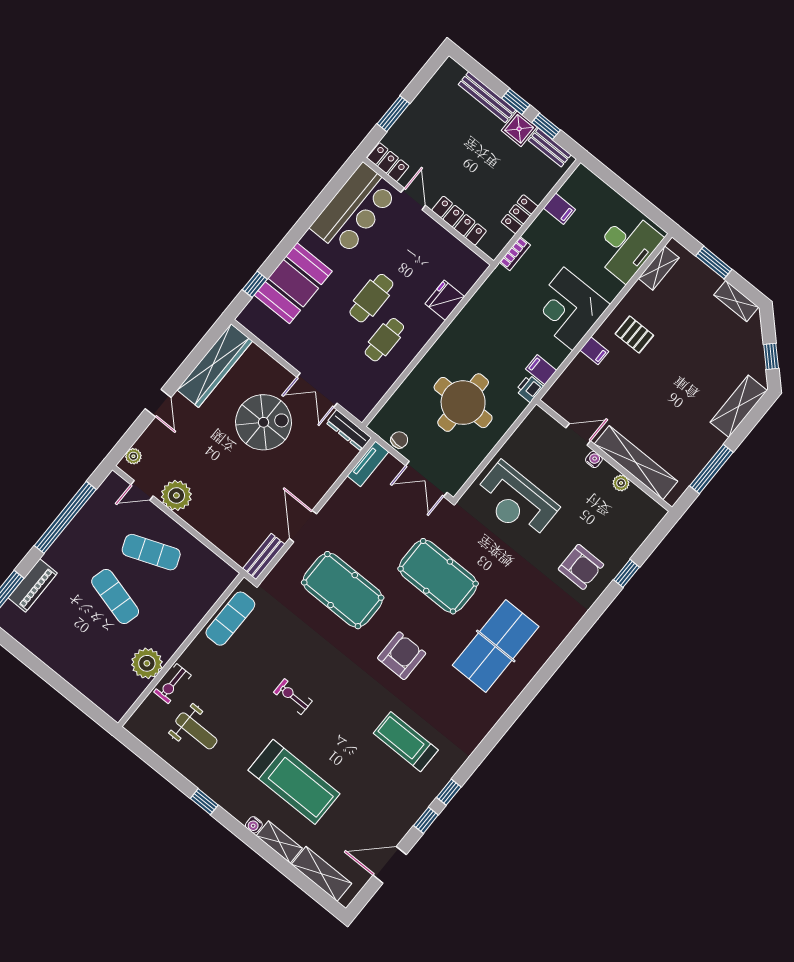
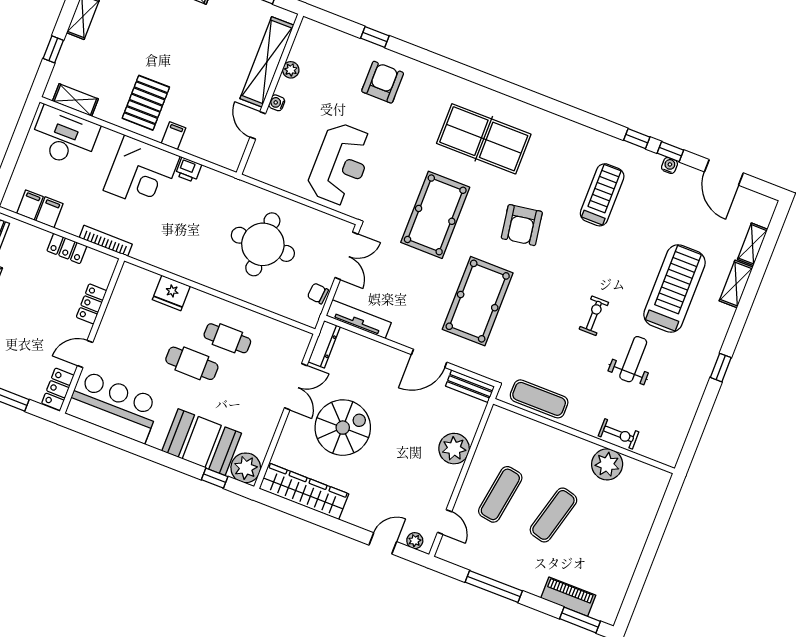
locker: (459, 221) -> (92, 304), width x0.66
bookcase: (515, 254) -> (106, 241), width x1.56
window: (714, 263) -> (53, 49), width x0.67
plant: (255, 317) -> (246, 468), added
pallet: (634, 335) -> (146, 103), width x1.50, depth x1.42
filing cabinet: (541, 370) -> (30, 205), moved, turned 180
printer: (530, 388) -> (188, 170), moved
door: (158, 403) -> (383, 543), moved
spiral stairs: (264, 422) -> (343, 428), turned 90
tv unit: (368, 464) -> (359, 319), width x1.41
plant: (176, 495) -> (454, 449), moved
window: (65, 517) -> (494, 587), width x0.68
exercise mat: (151, 552) -> (500, 494), turned 30
armchair: (402, 656) -> (522, 225), turned -99
exercise bike: (293, 697) -> (594, 316), turned 180
weight bench: (196, 731) -> (633, 359), moved
treadmill: (406, 742) -> (602, 195), turned 180
water cooler: (254, 825) -> (669, 165), moved, turned -90
shelving: (322, 874) -> (753, 244), width x0.67, depth x0.75

